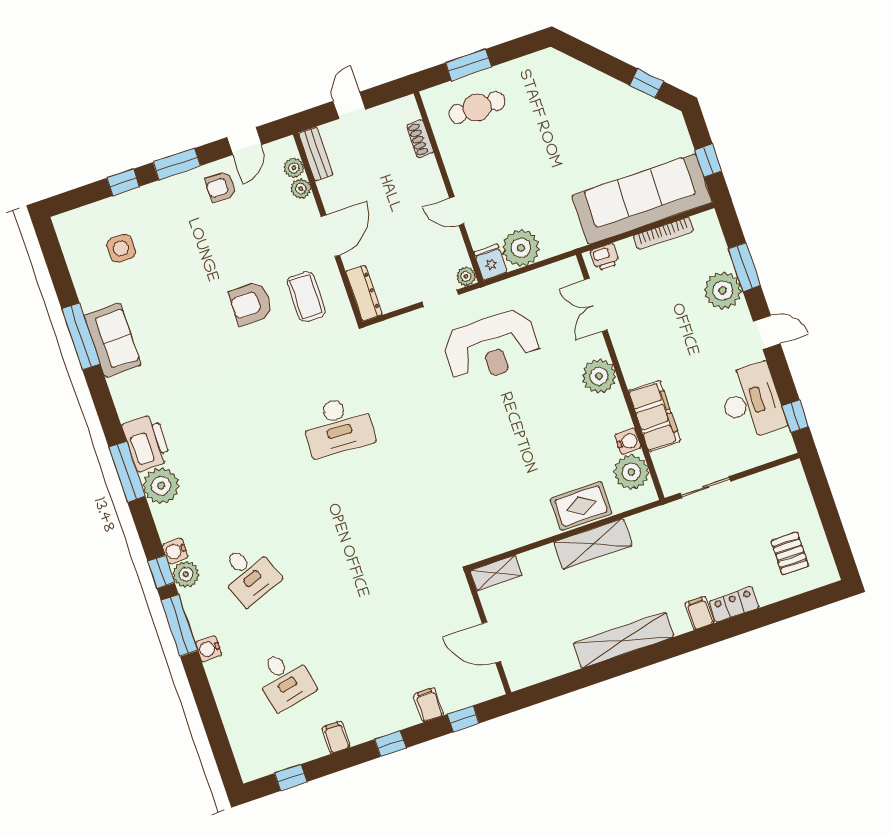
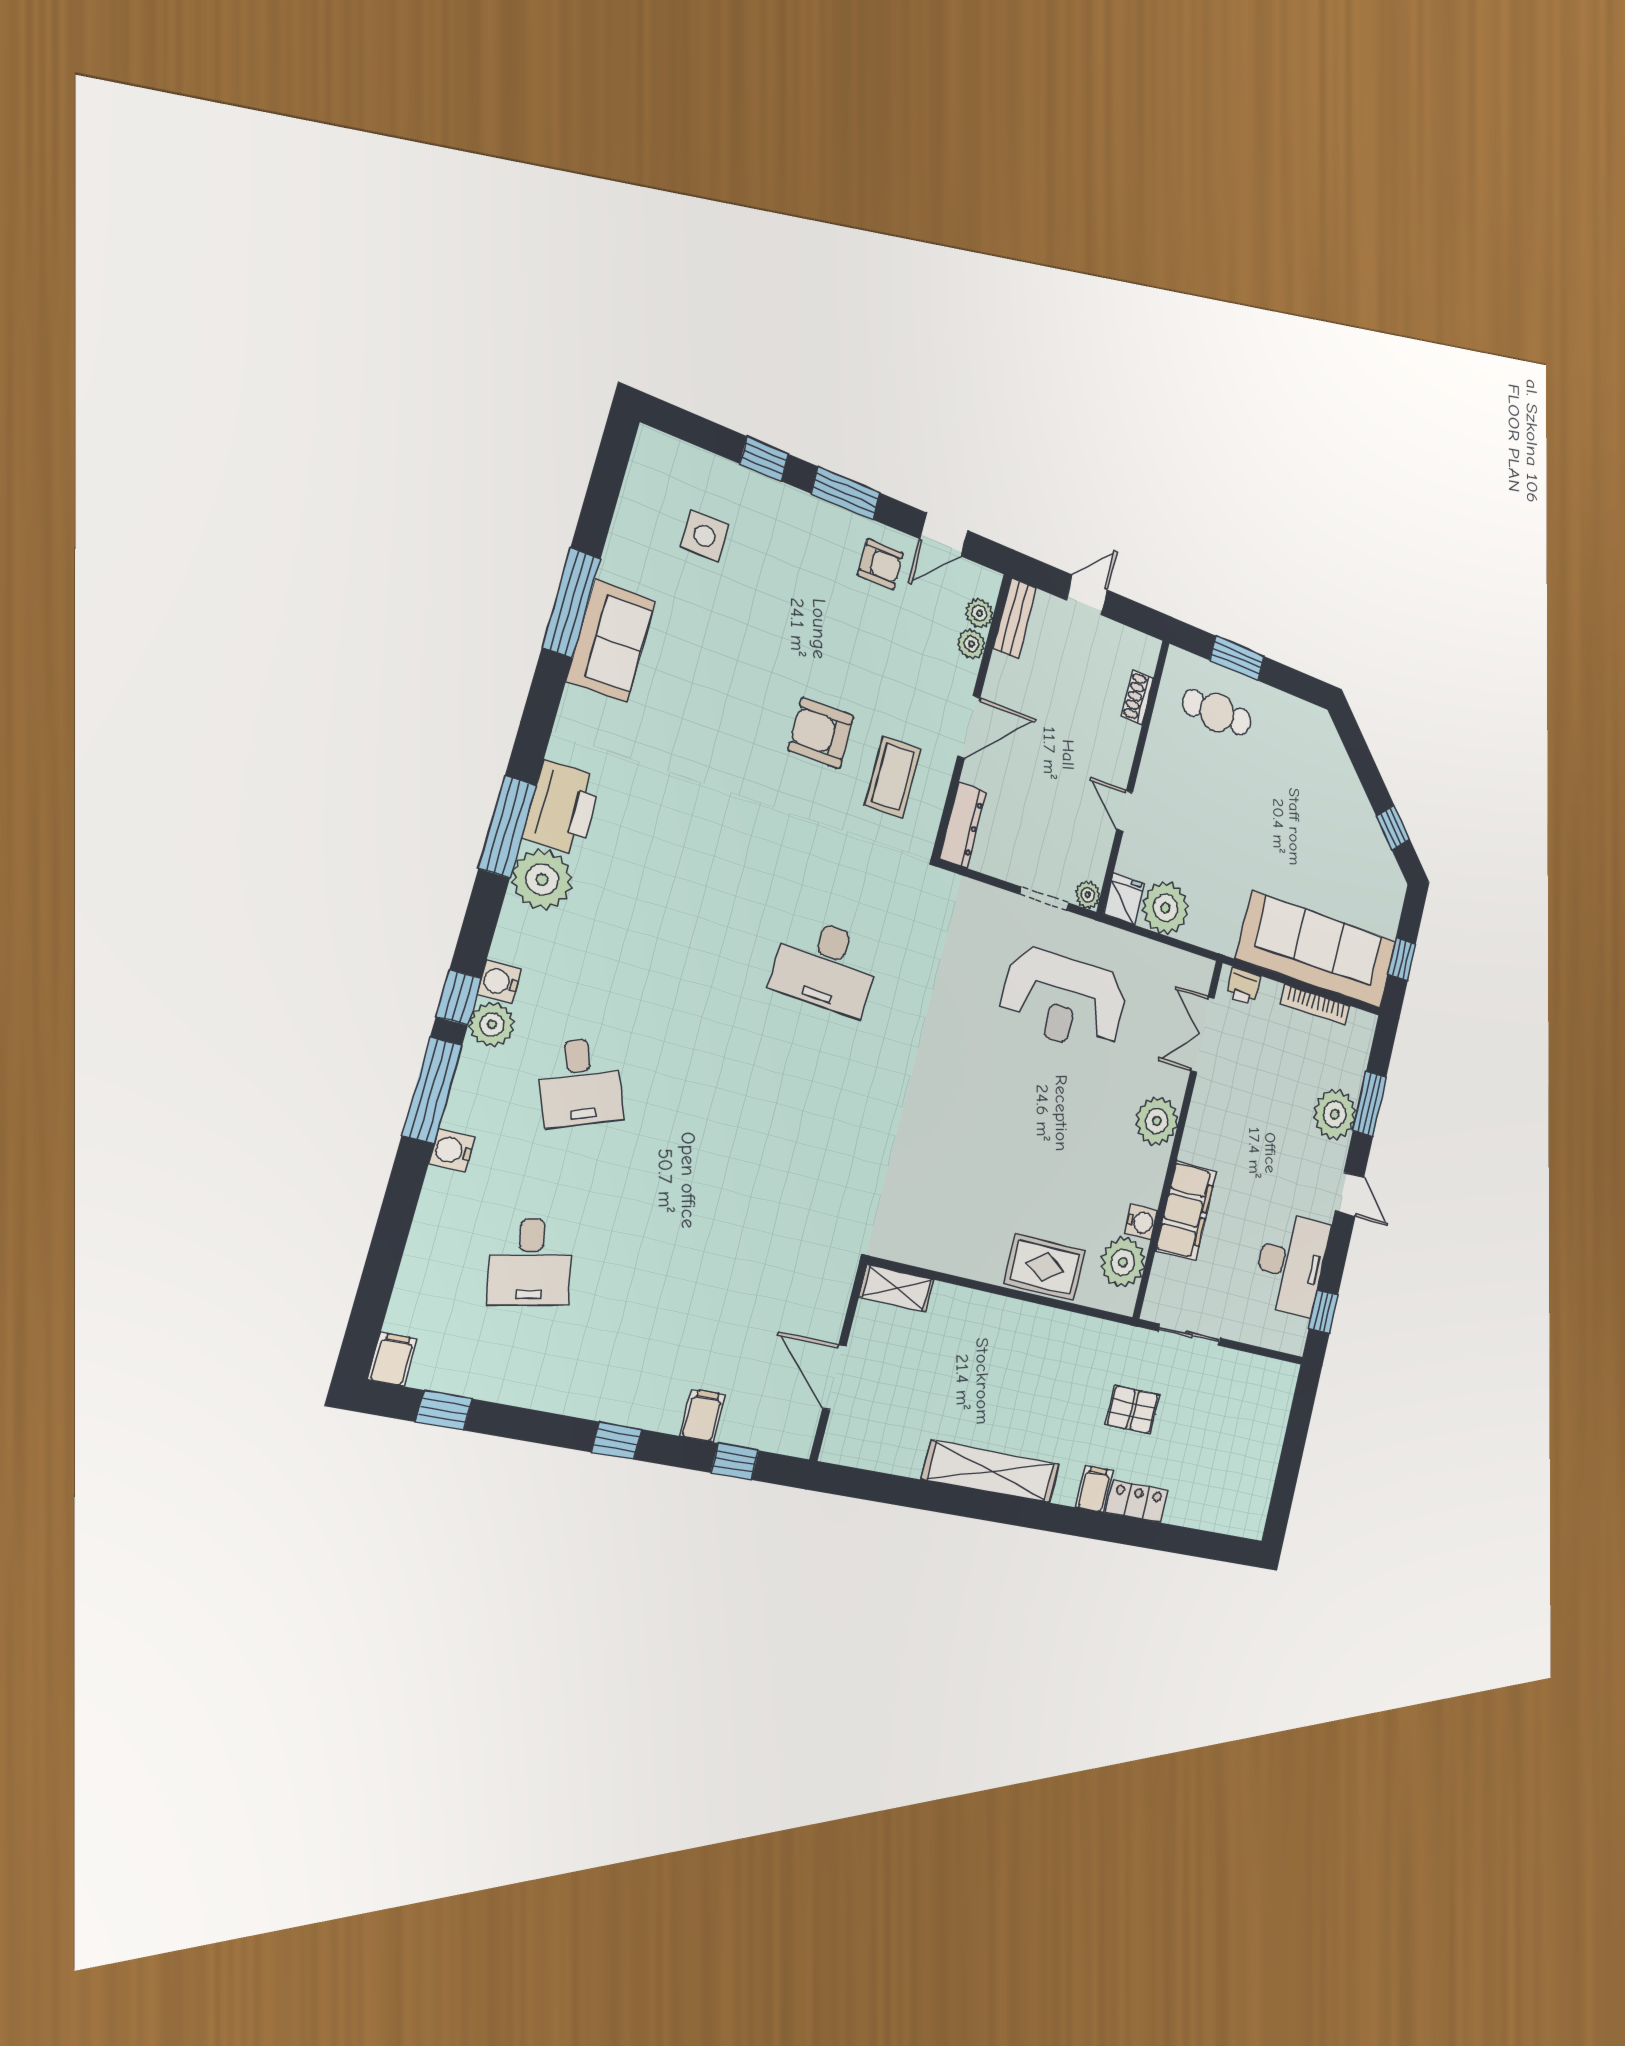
armchair: (221, 187) -> (880, 564), turned 180
shelving: (593, 544) -> (1029, 1324), removed
pallet: (790, 553) -> (1133, 1410), moved, turned 90
filing cabinet: (336, 737) -> (392, 1359), moved

